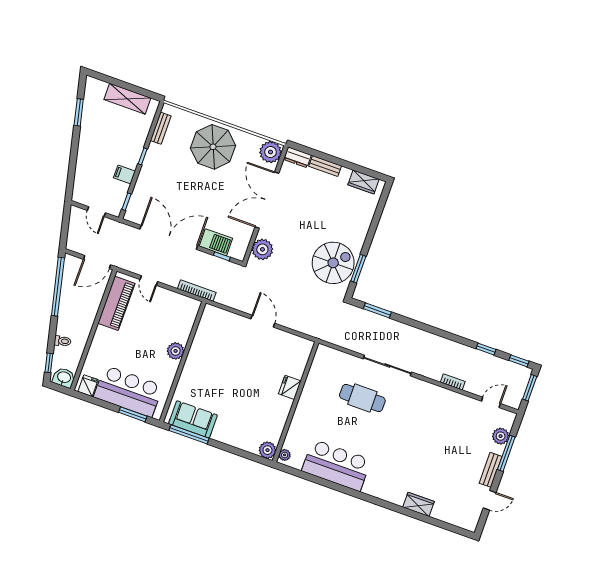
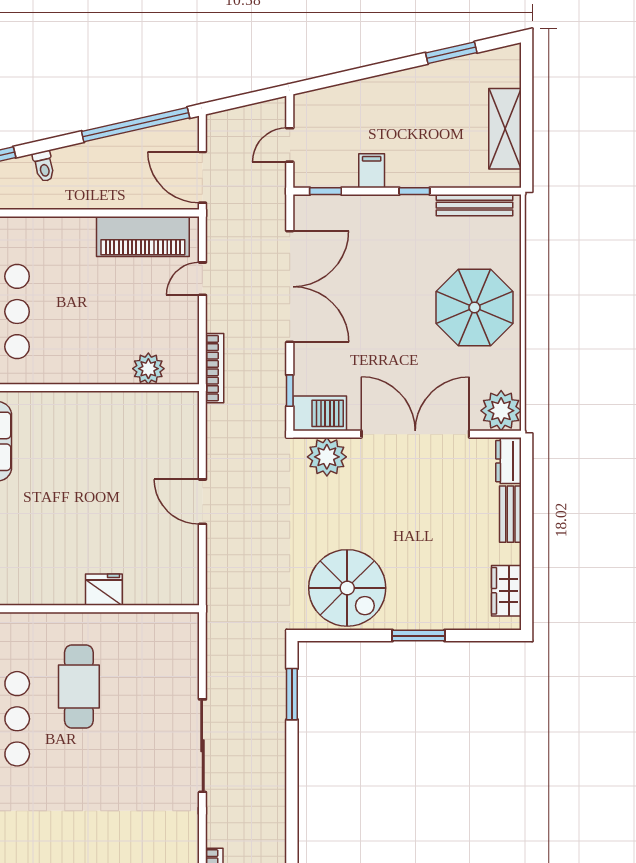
bench: (161, 128) -> (474, 205), width x1.36
barbecue: (216, 242) -> (320, 413), moved, turned -90
window: (358, 269) -> (418, 636), moved
door: (263, 321) -> (202, 502), swing flipped
plant: (176, 351) -> (148, 369), moved
cafe table: (362, 398) -> (79, 686), moved

